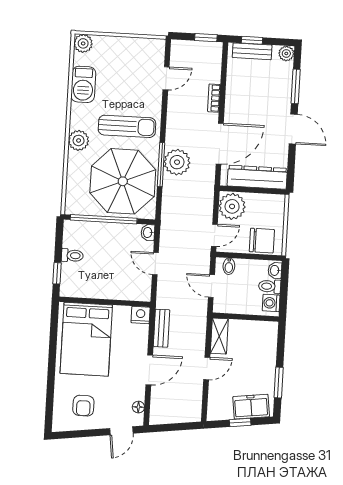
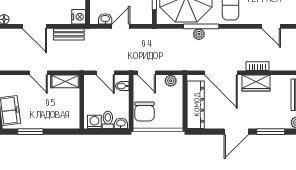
wardrobe: (235, 101) -> (256, 83), added
plant: (177, 162) -> (199, 34), width x0.53, depth x0.53
plant: (232, 206) -> (171, 81), width x0.53, depth x0.53
washbasin: (148, 233) -> (105, 19), moved
door: (211, 286) -> (105, 73), swing flipped

